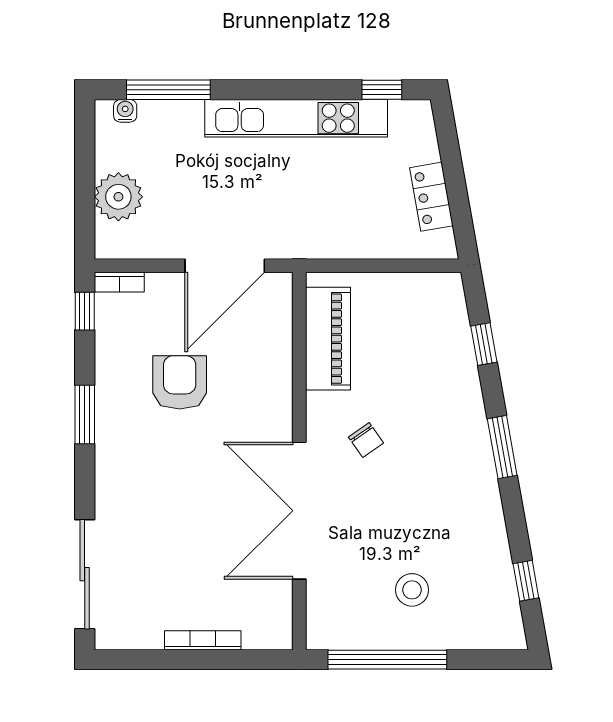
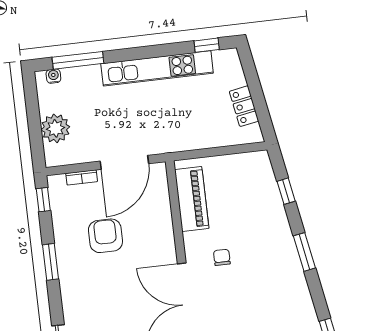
bookcase: (119, 282) -> (82, 177), moved
chair: (366, 440) -> (222, 257), turned -145

